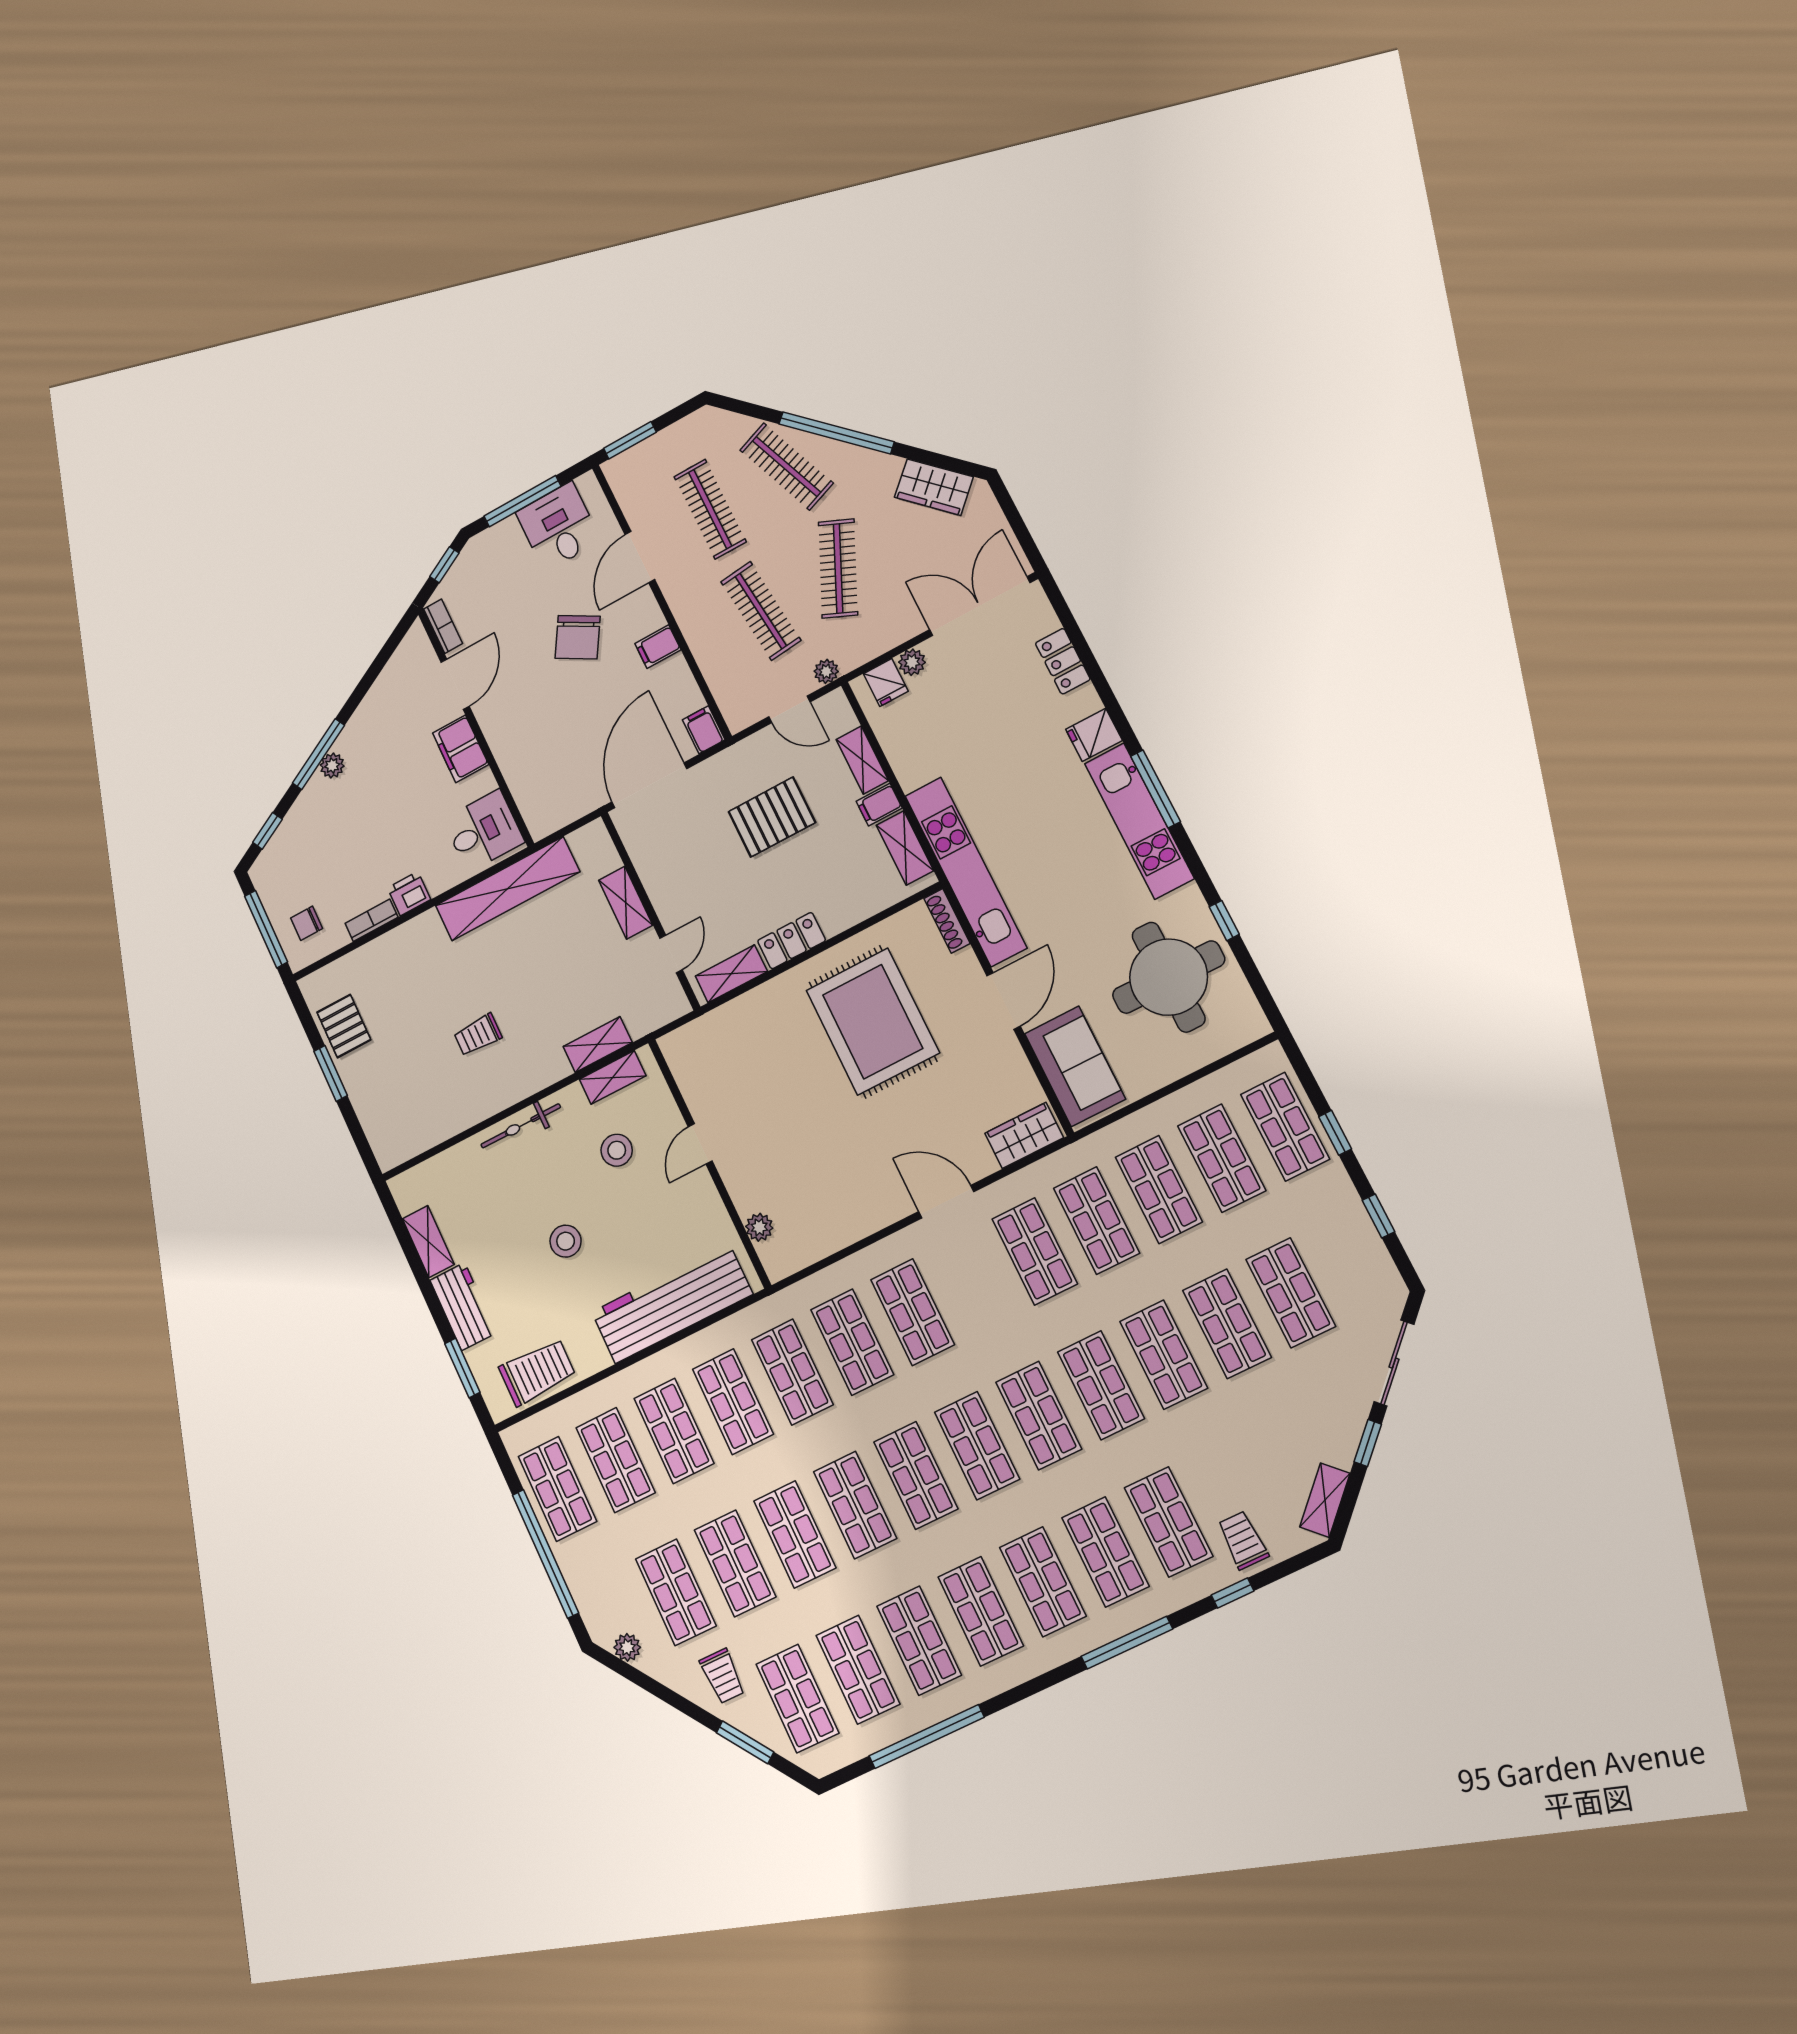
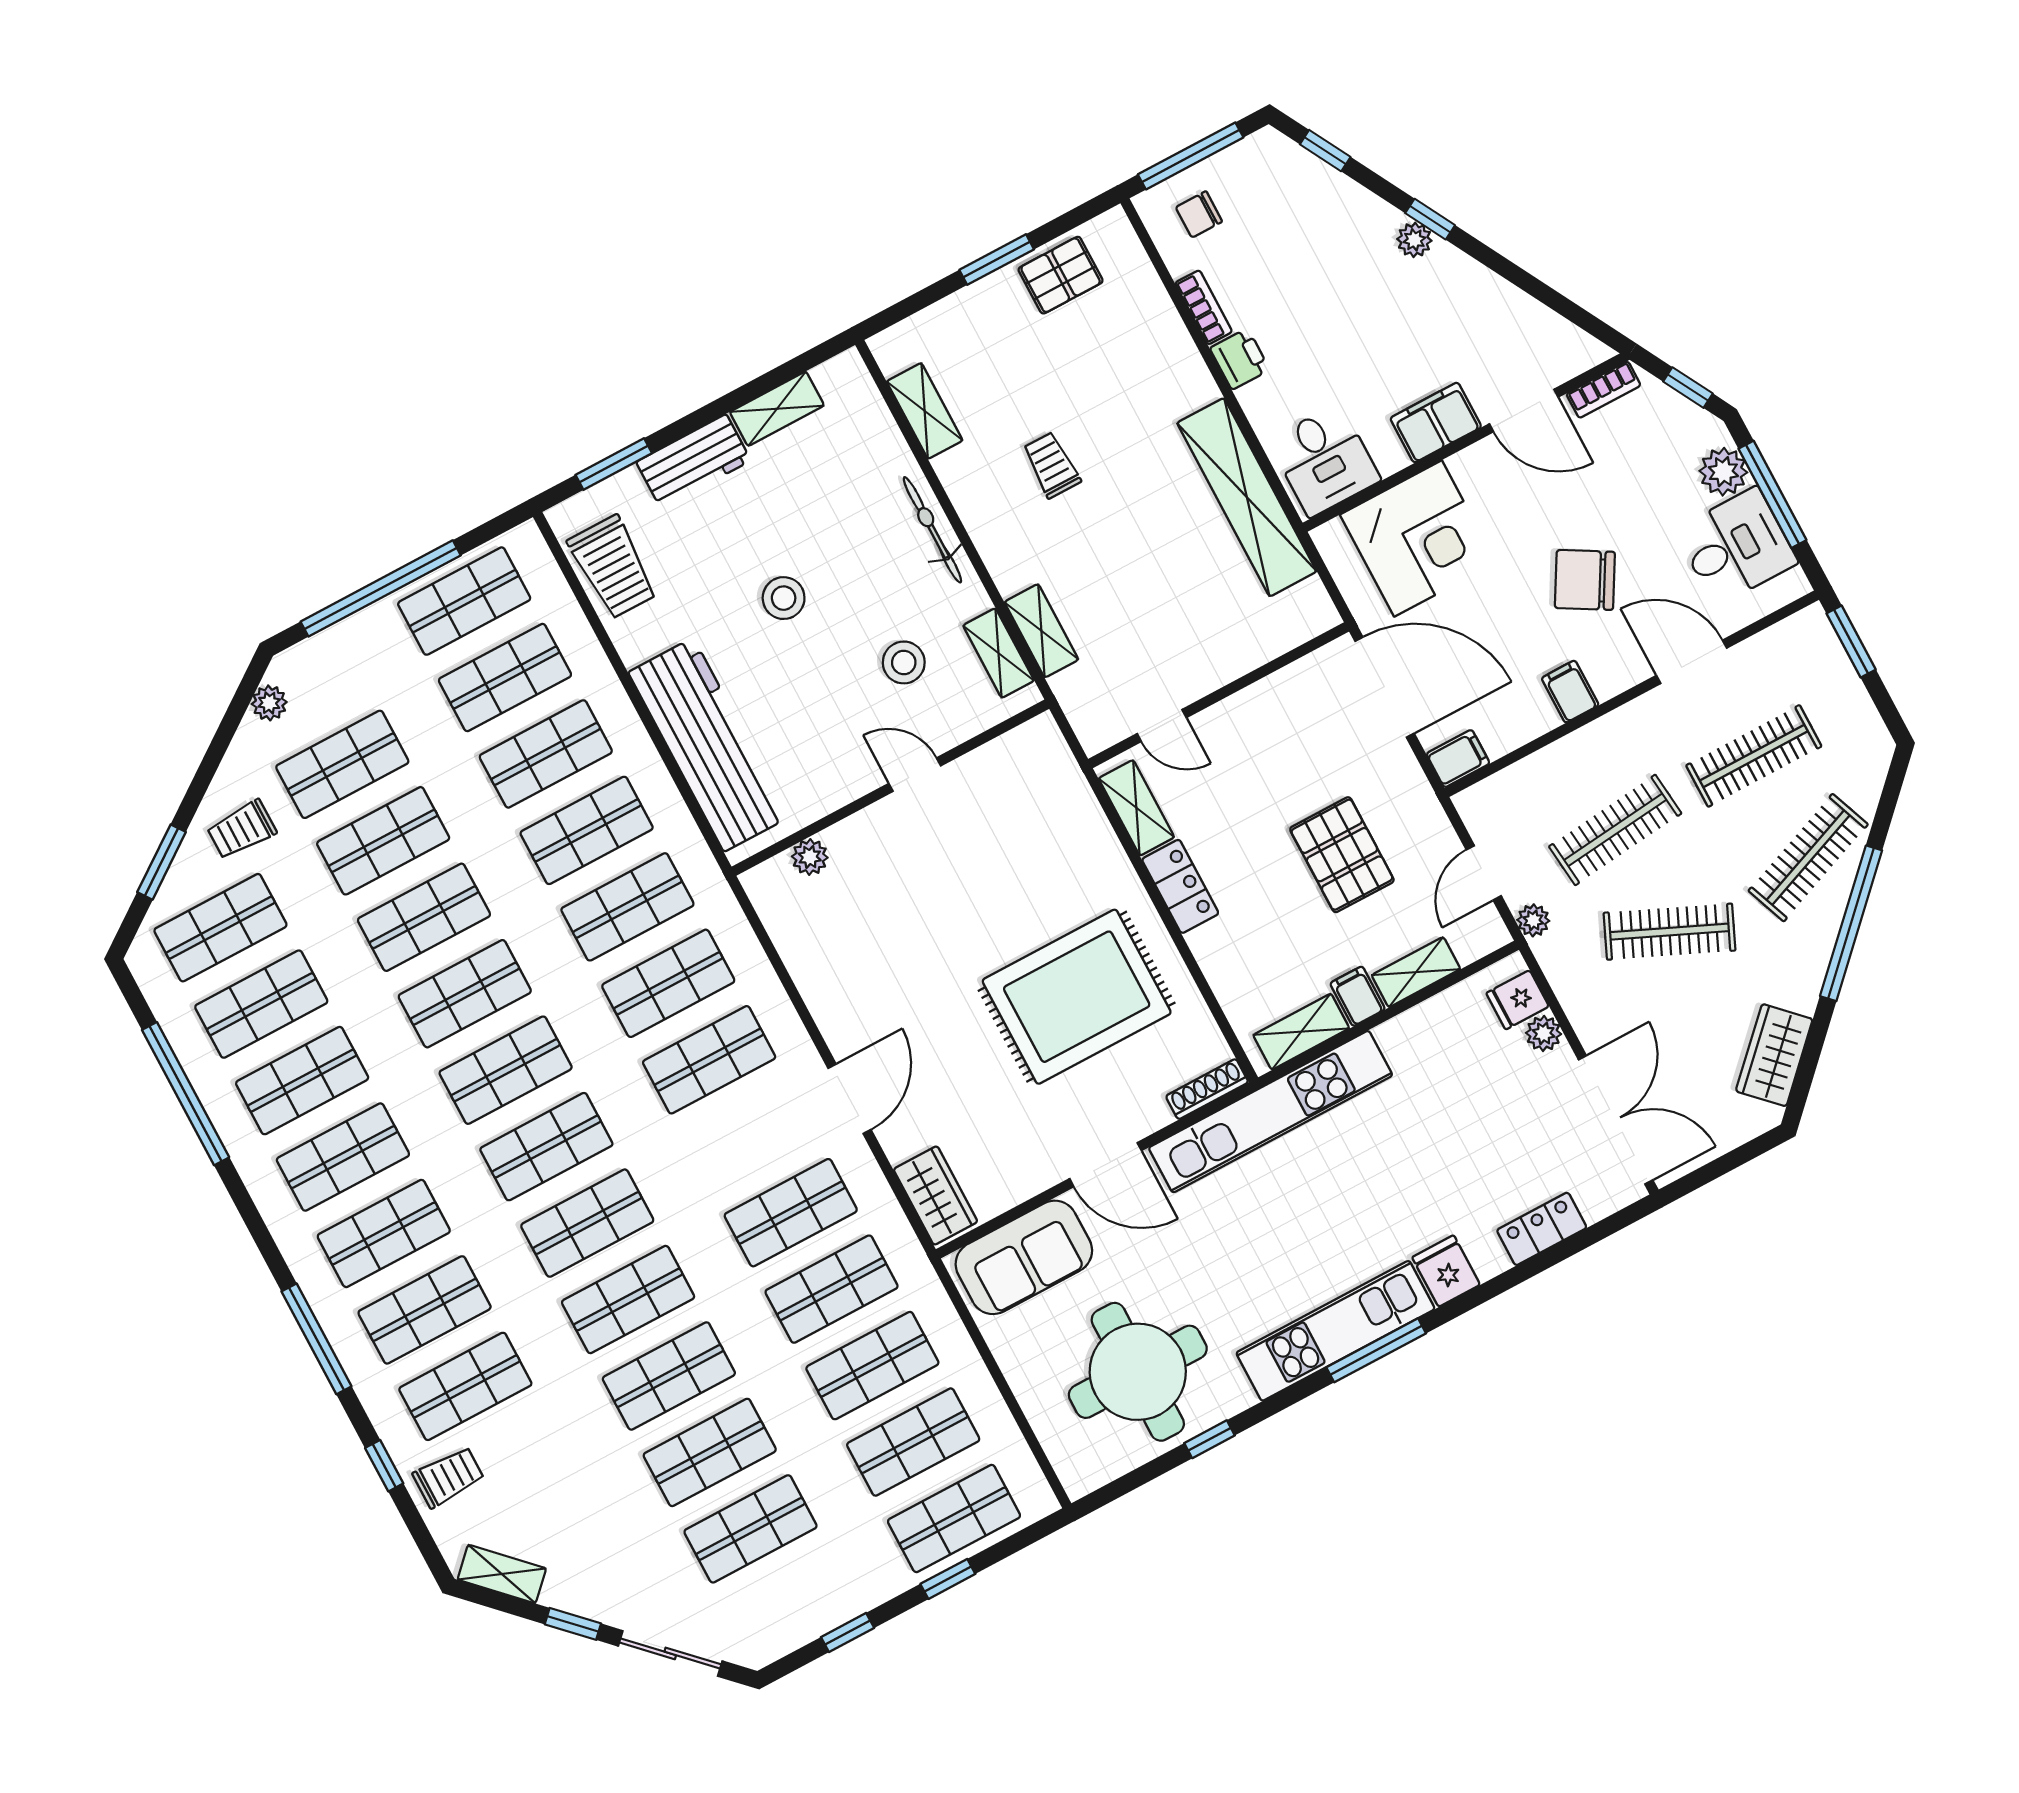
plant: (505, 537) -> (1723, 472), added
window: (318, 754) -> (1430, 219), width x0.46
corner desk: (543, 761) -> (1418, 538), added
shelving: (626, 903) -> (925, 411), moved, turned 90
chair: (307, 923) -> (1199, 214), turned -90

